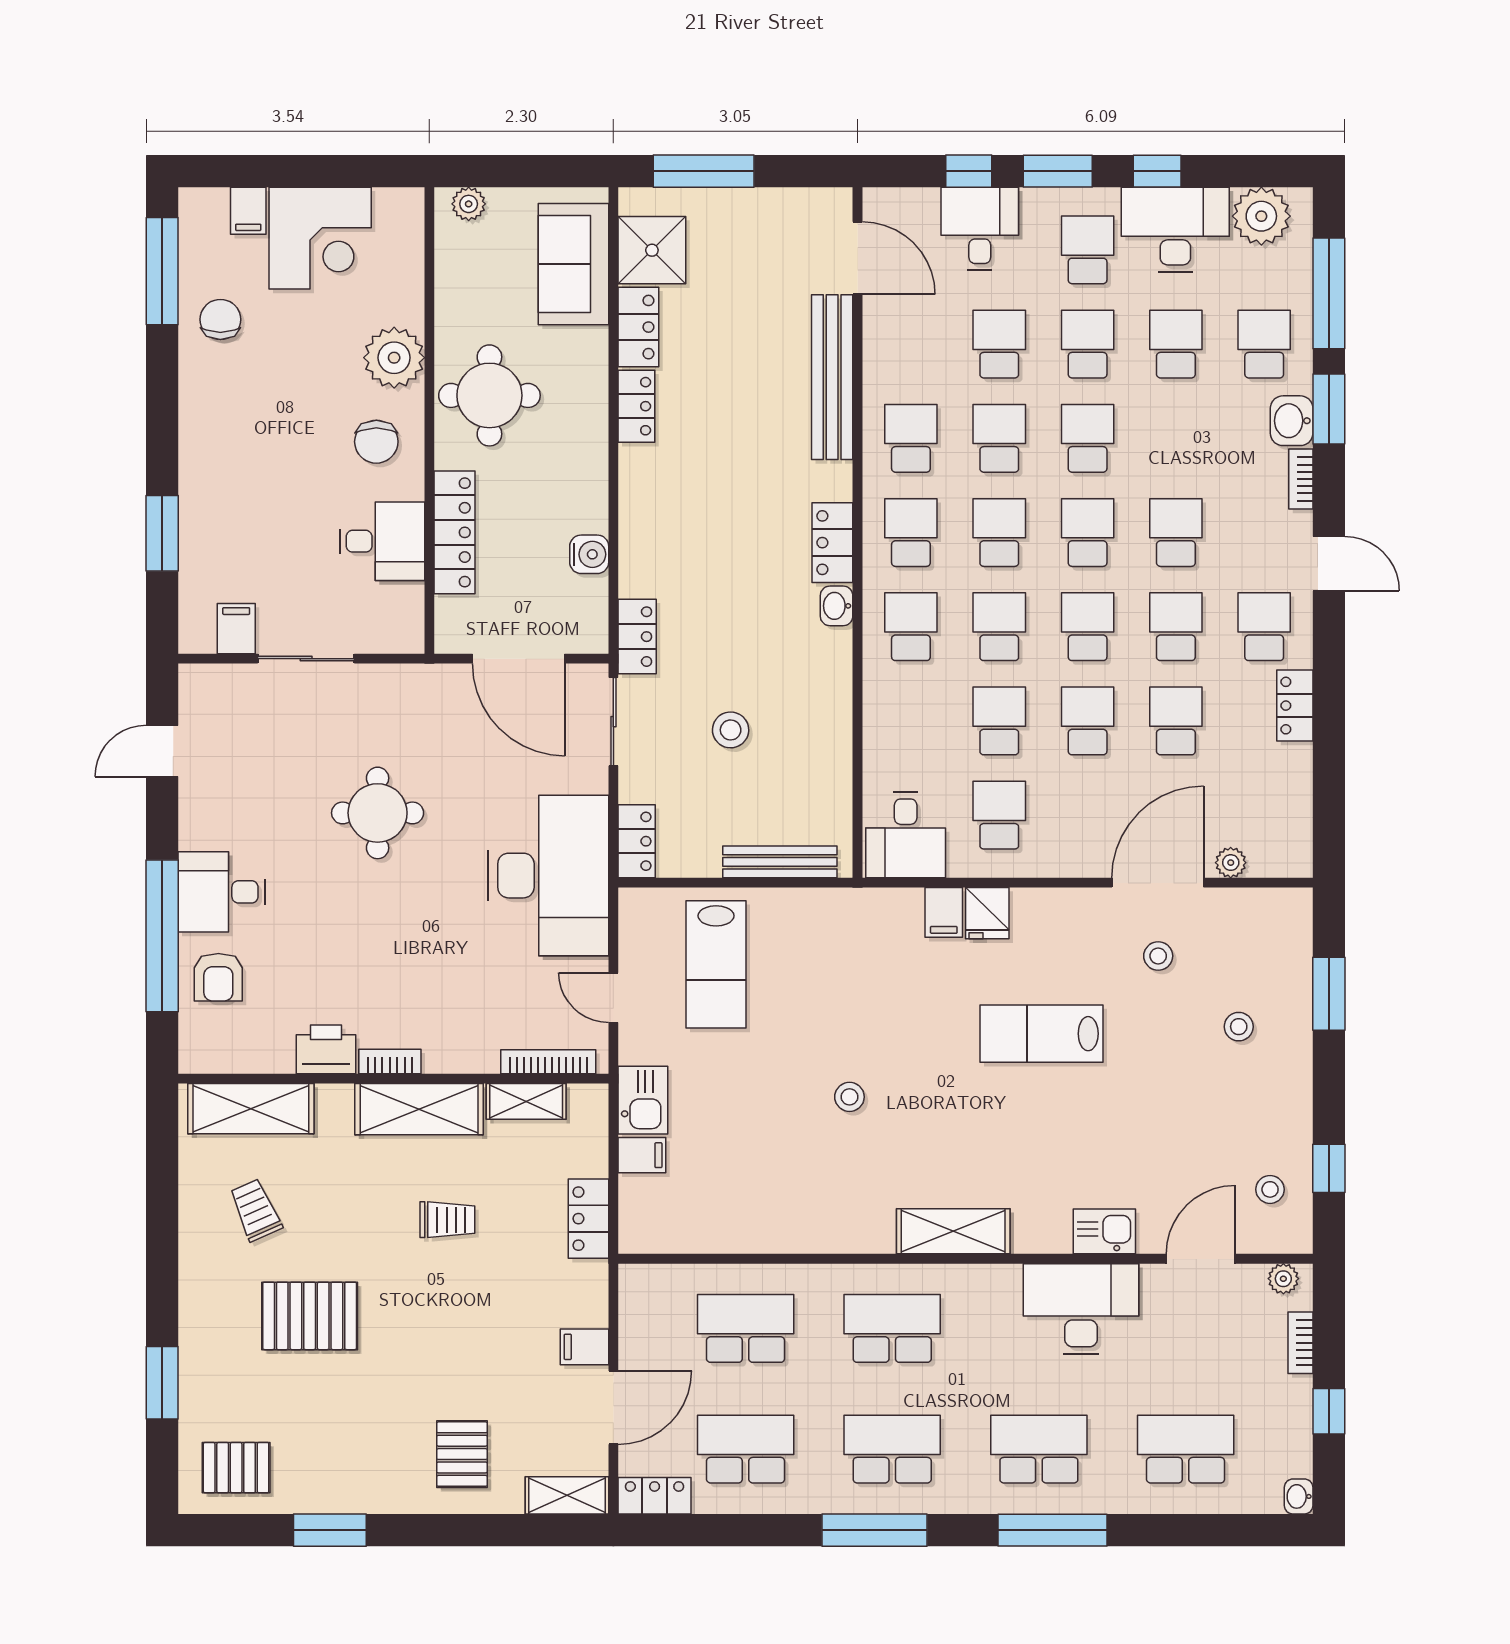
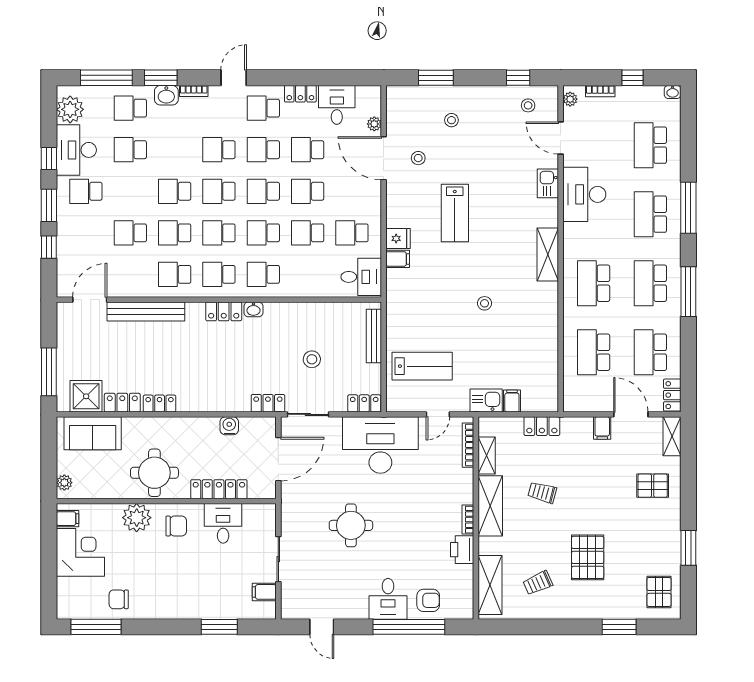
filing cabinet: (248, 211) -> (68, 519), moved
desk: (980, 229) -> (337, 105), moved, turned 90
school desk: (1088, 344) -> (130, 191), removed
trolley: (447, 1220) -> (542, 493), turned -75

